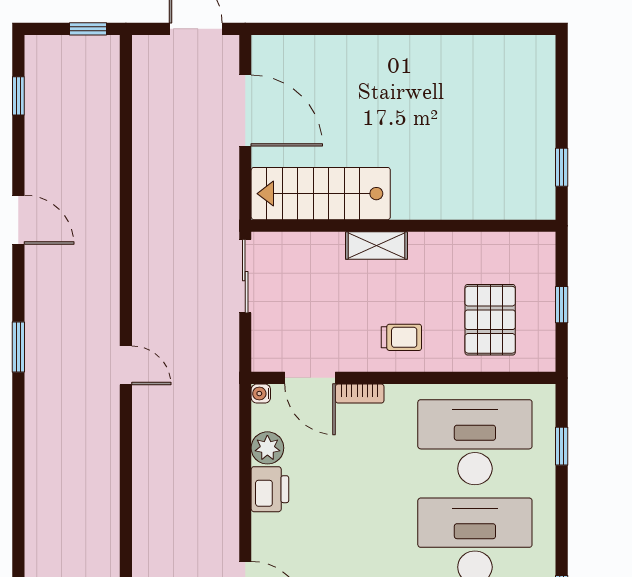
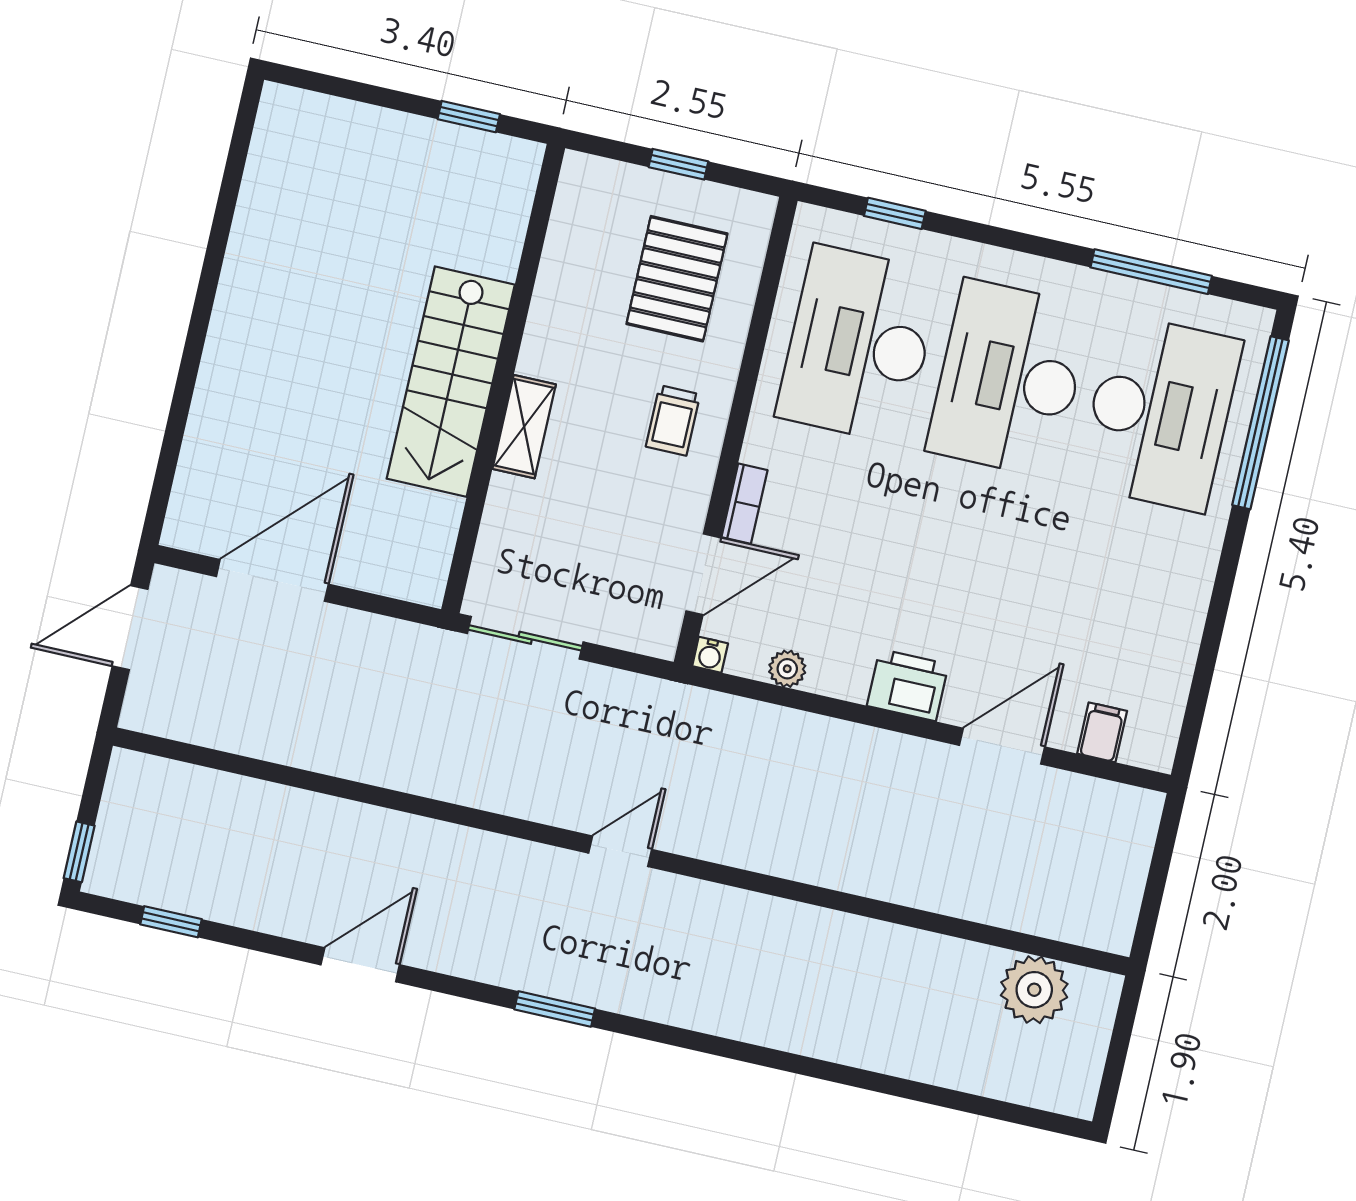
window: (88, 29) -> (79, 852), moved
stairs: (321, 194) -> (451, 382), moved
pallet: (490, 320) -> (677, 279), turned 90
trolley: (401, 337) -> (673, 420), turned 180
plant: (267, 448) -> (787, 669), width x0.73, depth x0.73
printer: (270, 489) -> (908, 685), moved

